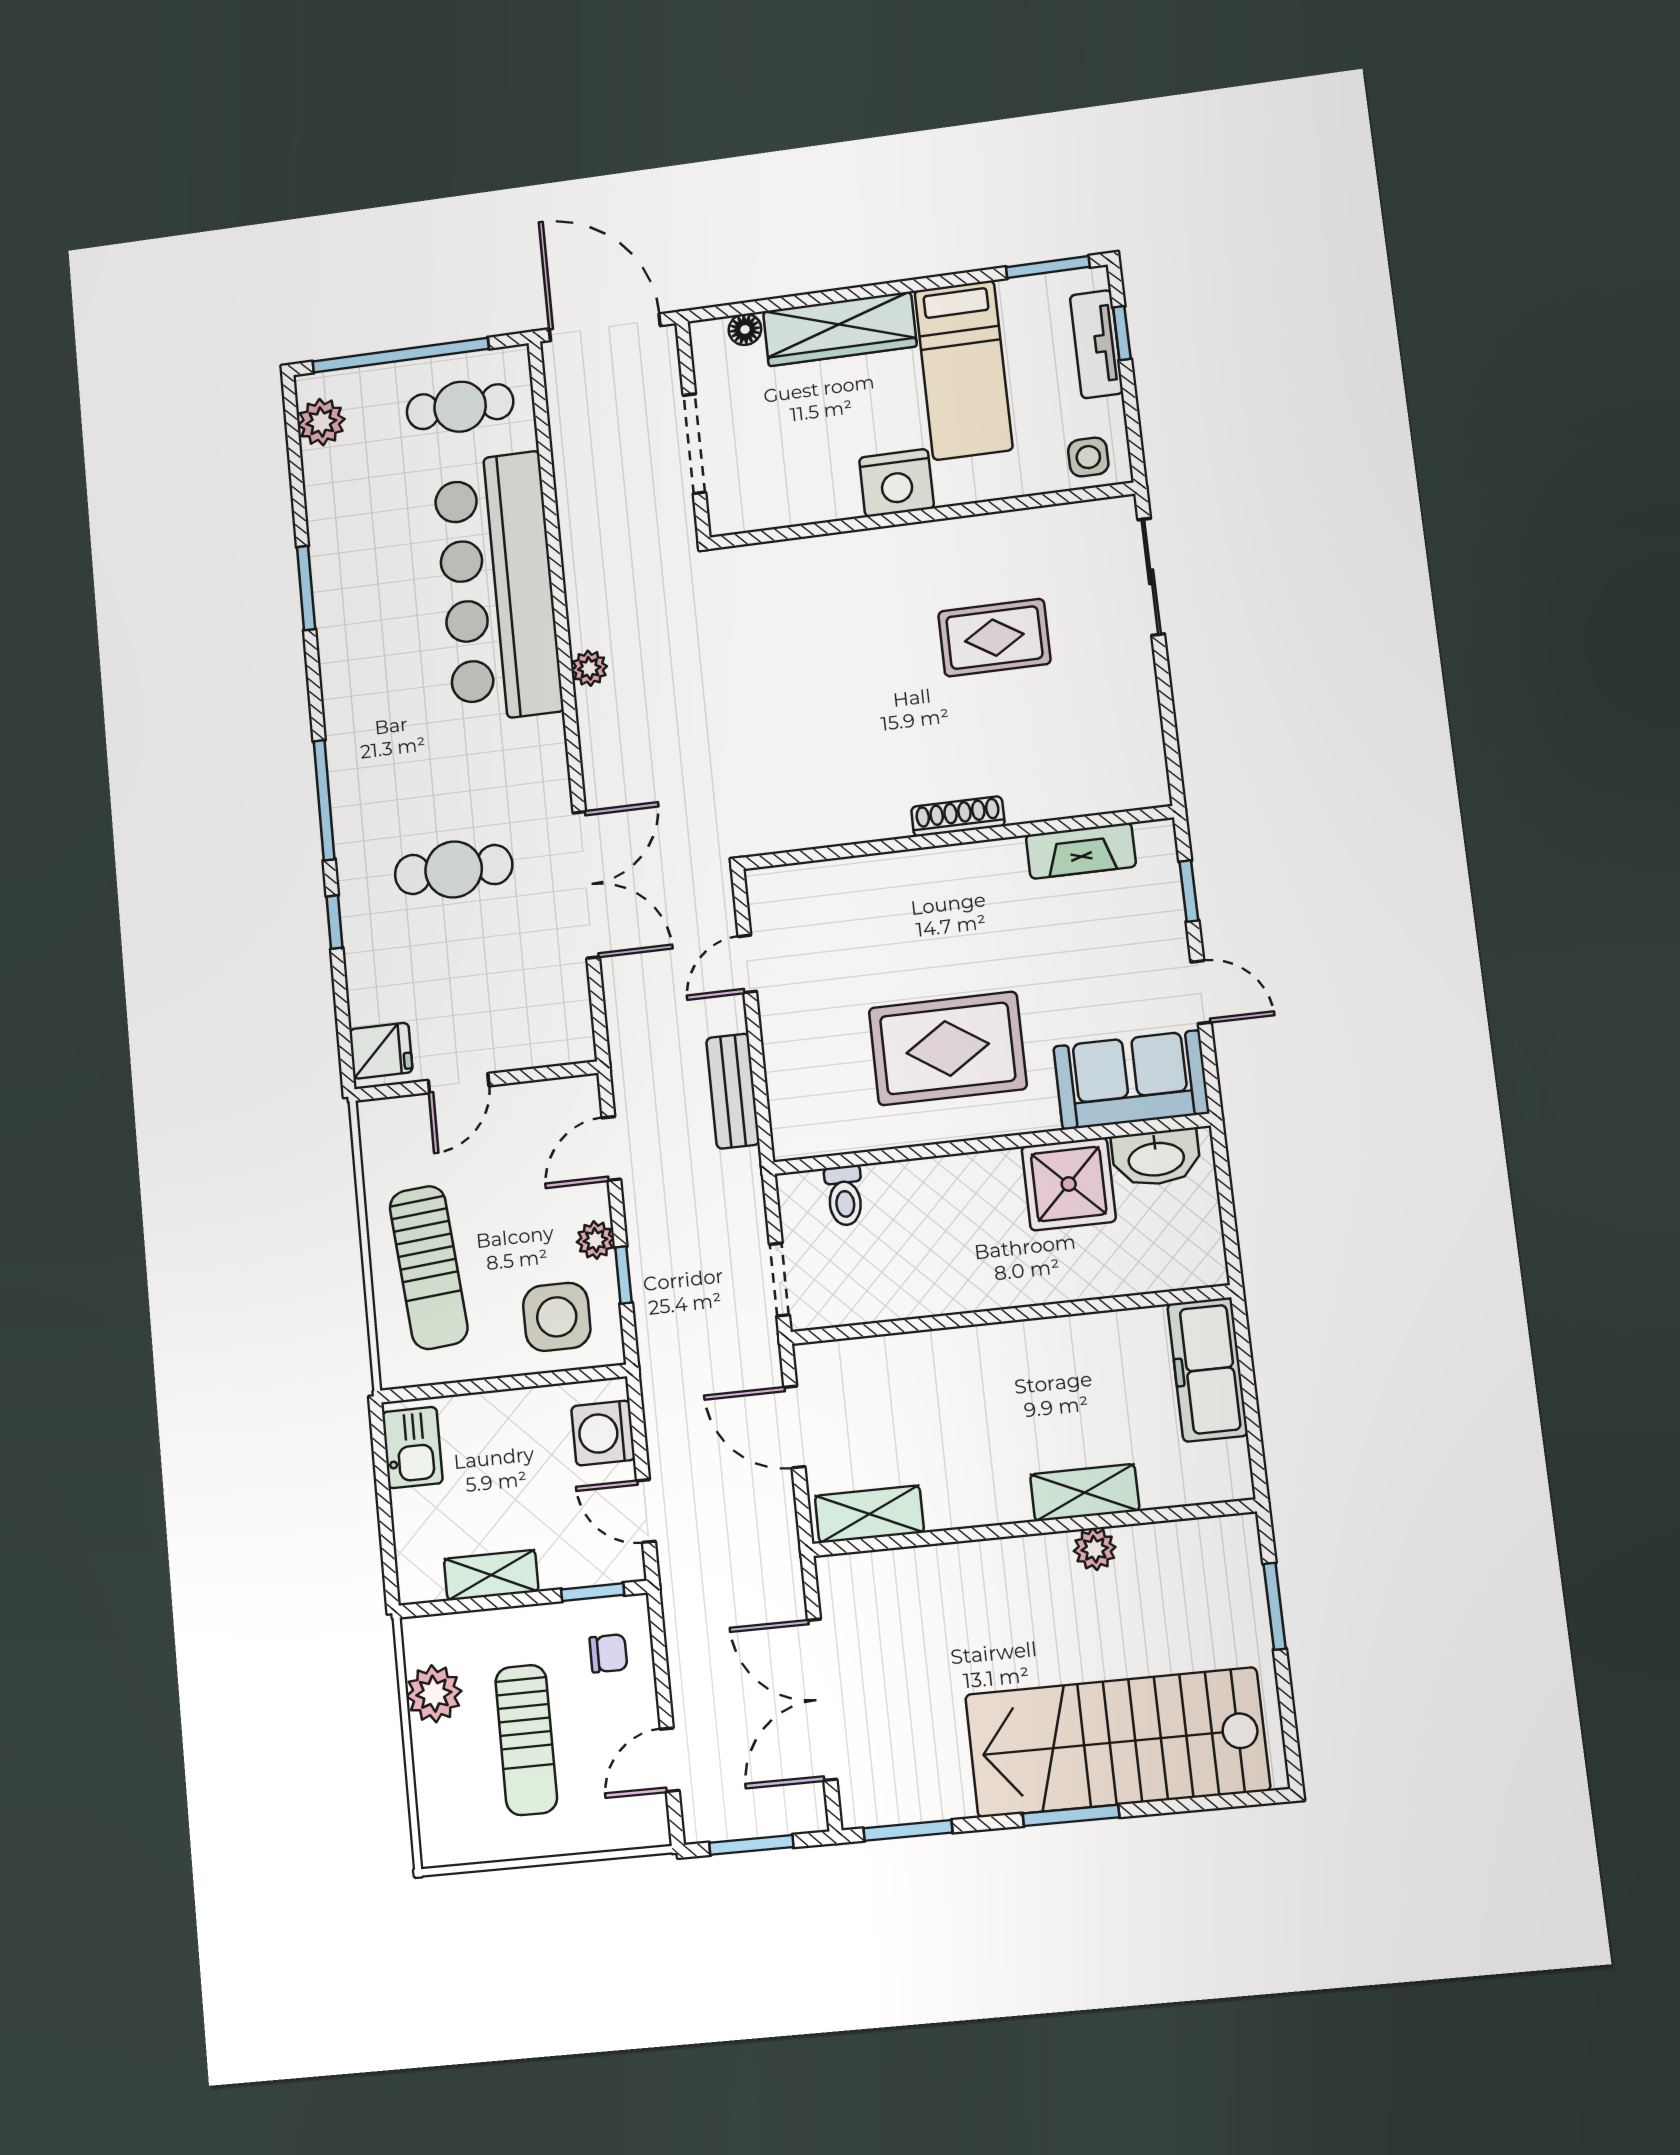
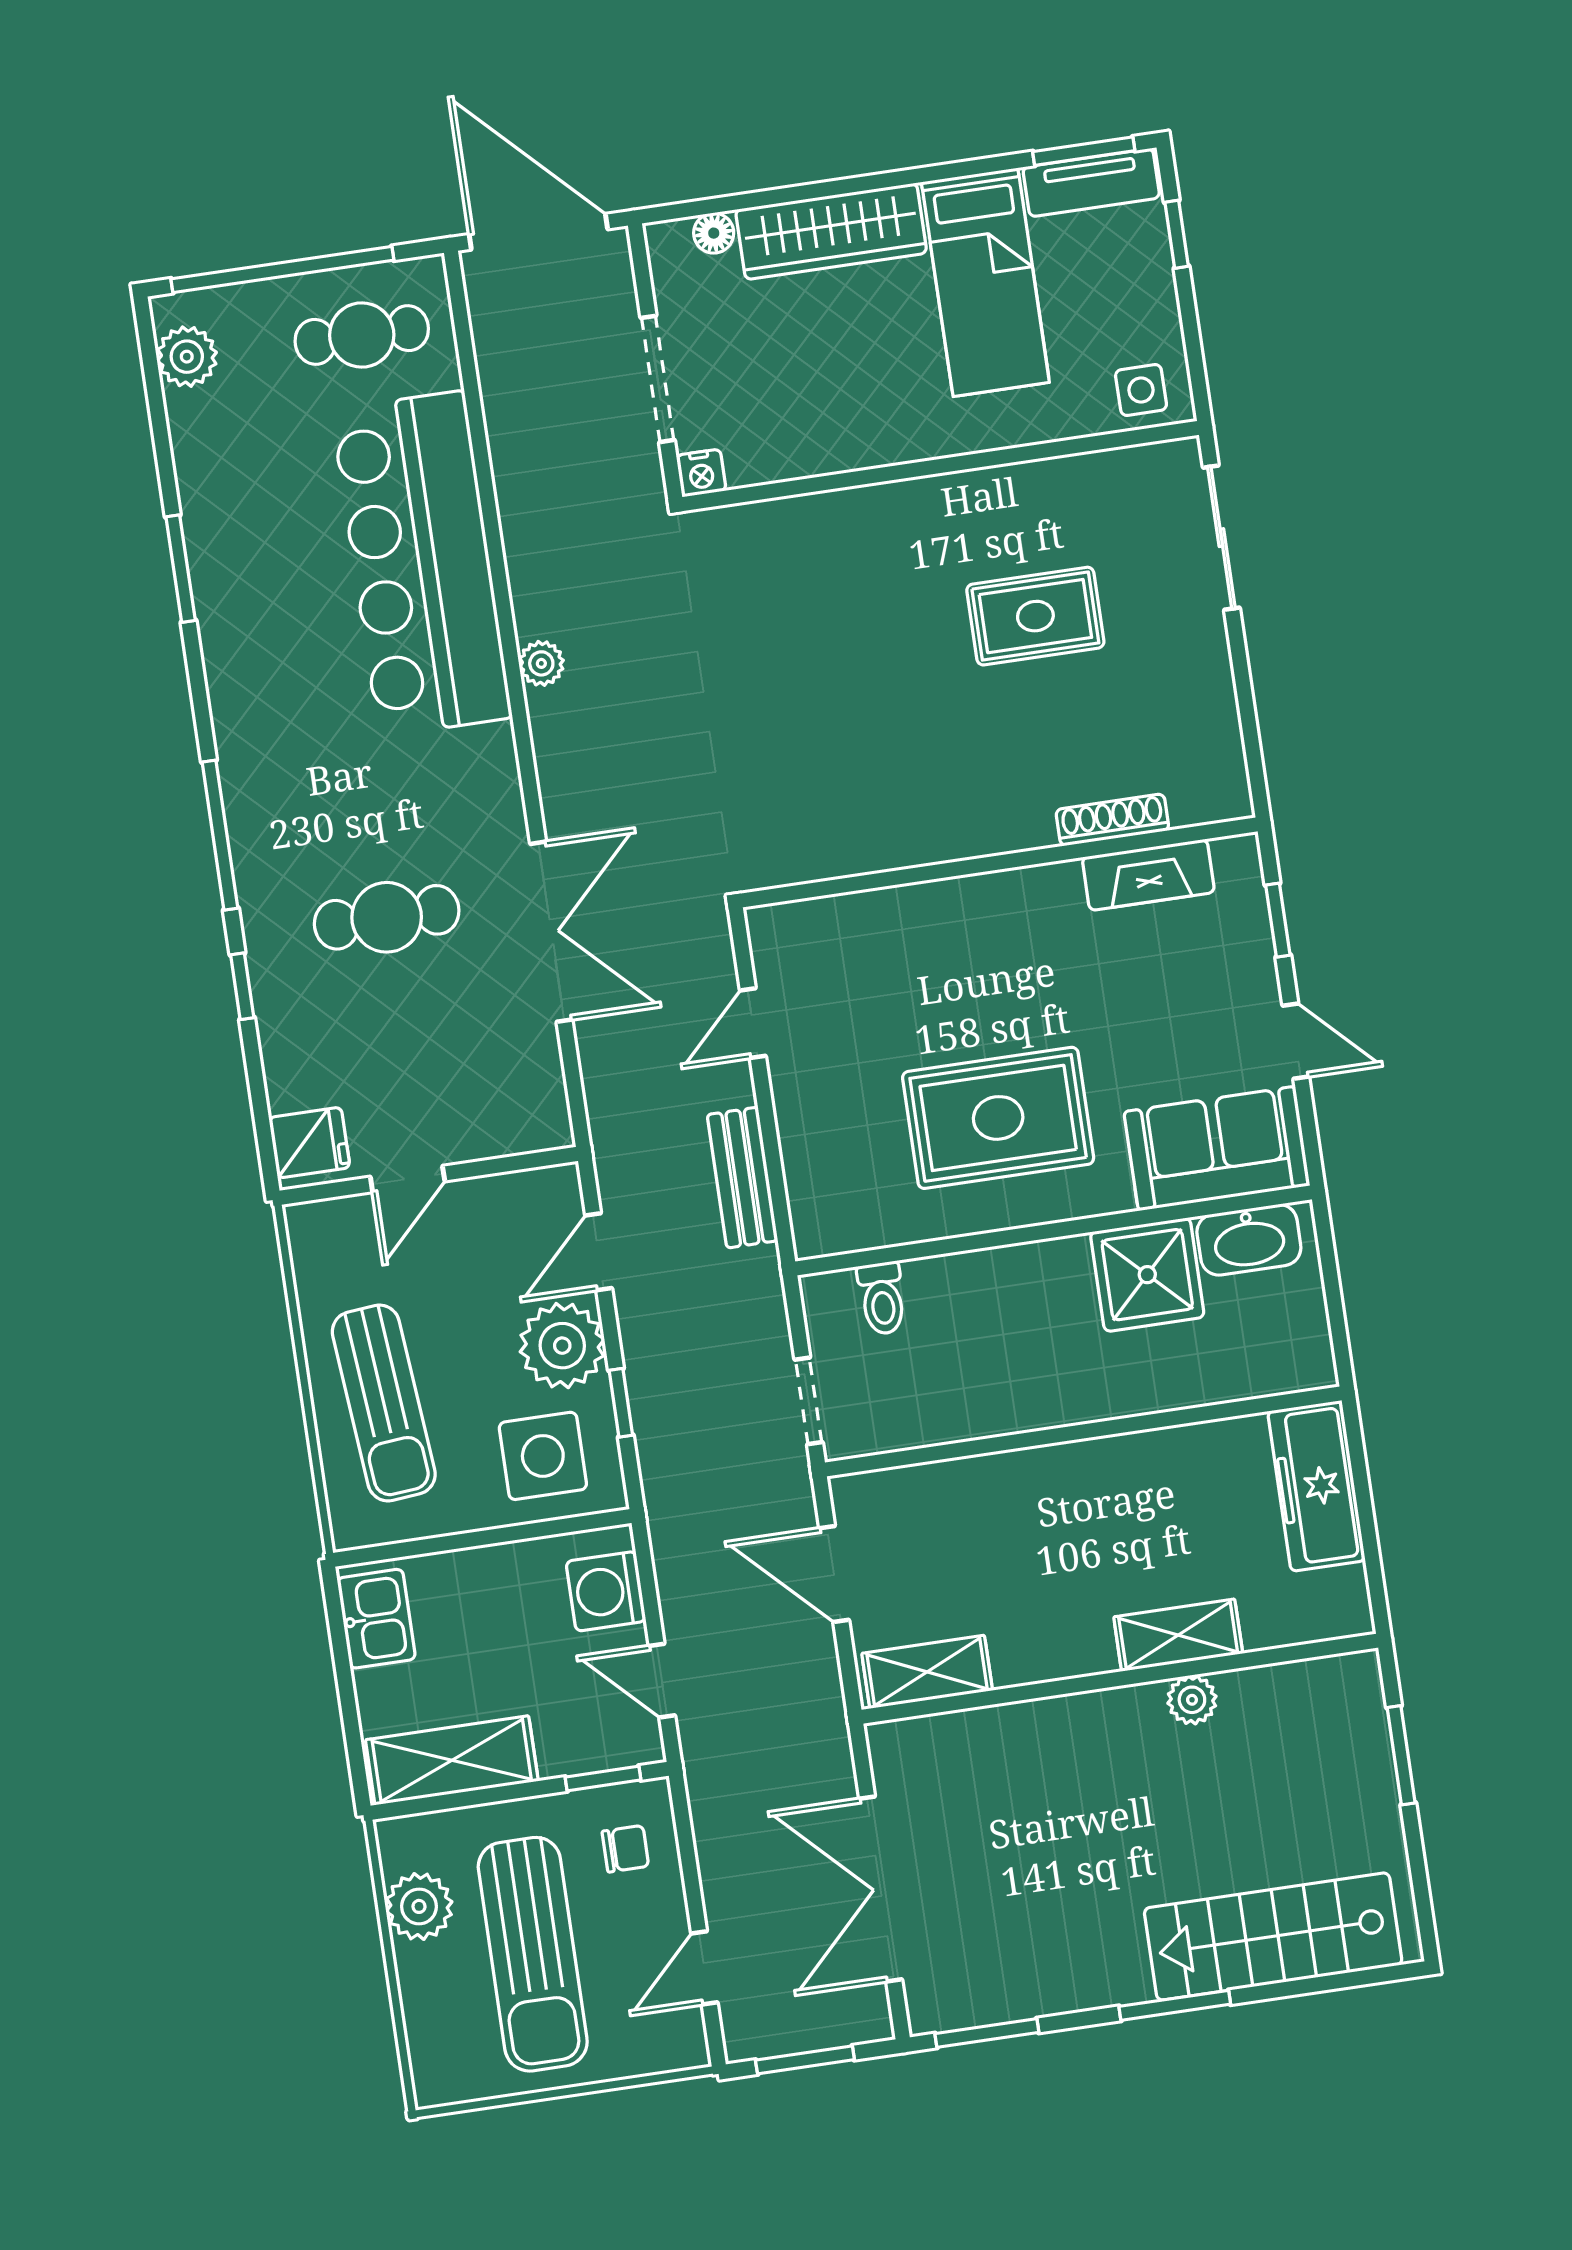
tv unit: (1096, 344) -> (1091, 183), moved, turned -90
nightstand: (897, 483) -> (701, 473), moved, width x0.53, depth x0.56
shoe rack: (958, 816) -> (1112, 820), moved
plant: (595, 1240) -> (562, 1346), width x1.87, depth x1.87
shelving: (491, 1575) -> (452, 1760), width x1.50, depth x1.33
sun lounger: (526, 1740) -> (533, 1954), width x1.36, depth x1.34
stairs: (1117, 1742) -> (1273, 1936), width x0.73, depth x0.66

